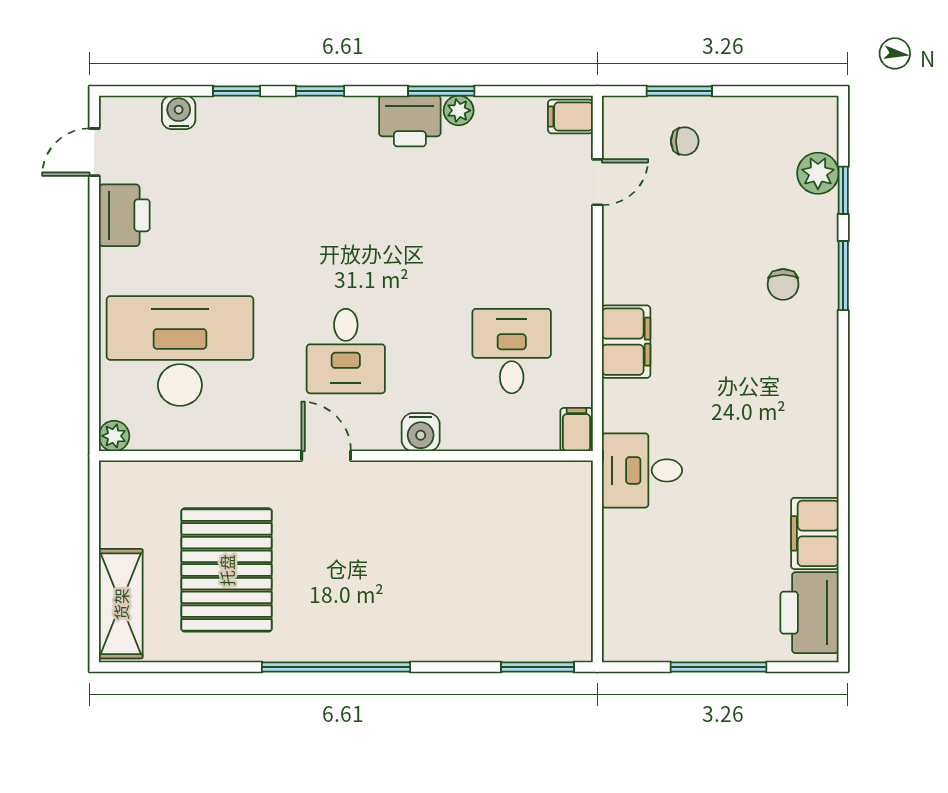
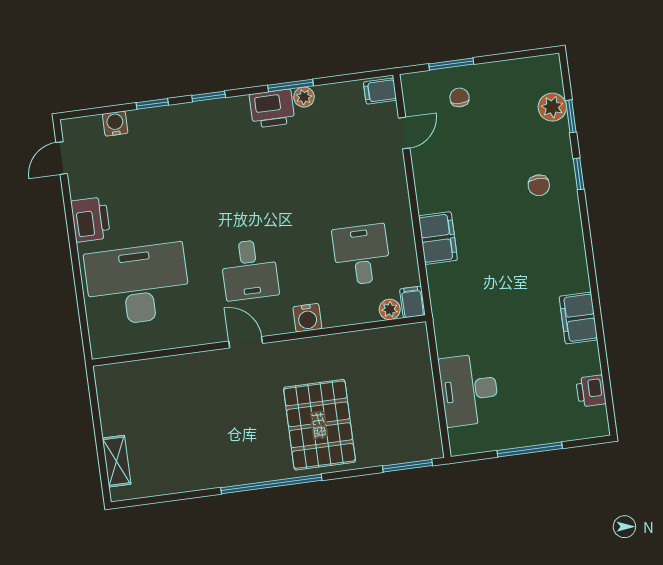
chair: (685, 141) -> (459, 97), turned -90
printer: (124, 215) -> (91, 220), moved
window: (843, 276) -> (579, 174), width x0.67
plant: (114, 436) -> (390, 309), moved
desk: (642, 470) -> (469, 390), moved, width x1.37
filing cabinet: (815, 533) -> (578, 318), moved
pallet: (227, 570) -> (320, 425), moved
shelving: (121, 604) -> (117, 461), width x0.67, depth x0.75
printer: (809, 613) -> (591, 391), width x0.53, depth x0.68

